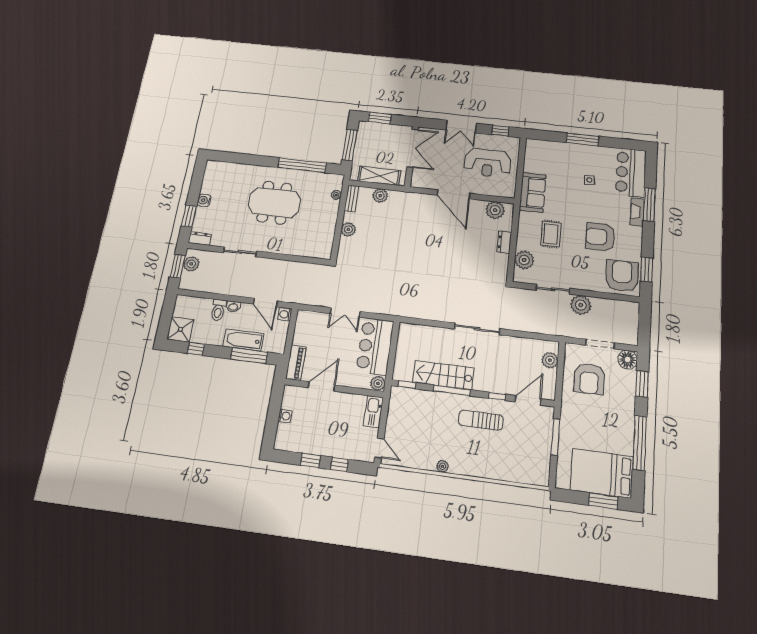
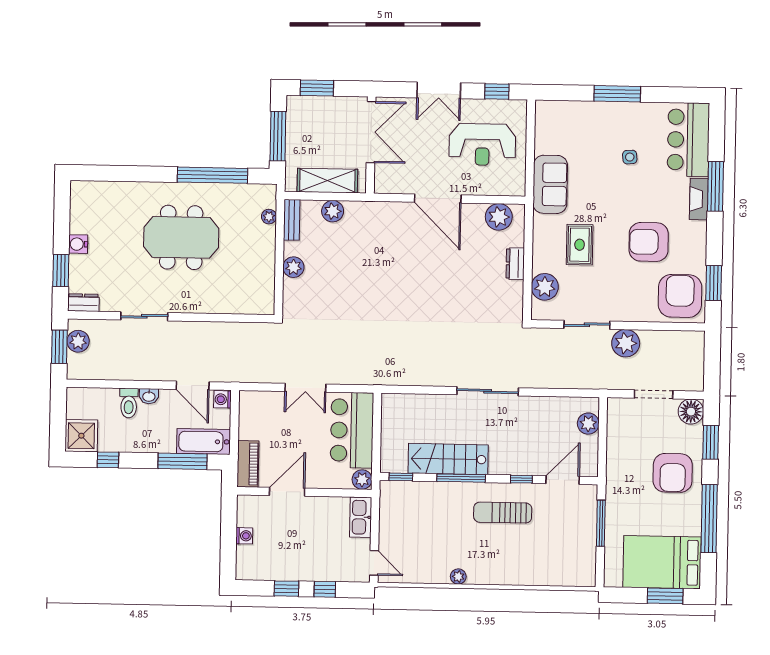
bathtub: (244, 340) -> (204, 442), moved
armchair: (589, 379) -> (673, 473), moved

